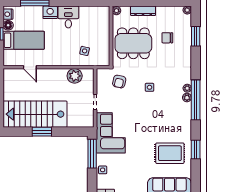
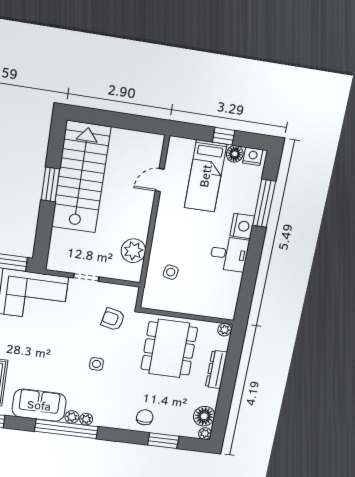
floor lamp: (175, 13) -> (204, 416), added
chair: (167, 38) -> (145, 417), moved
sofa: (182, 119) -> (39, 405), added

